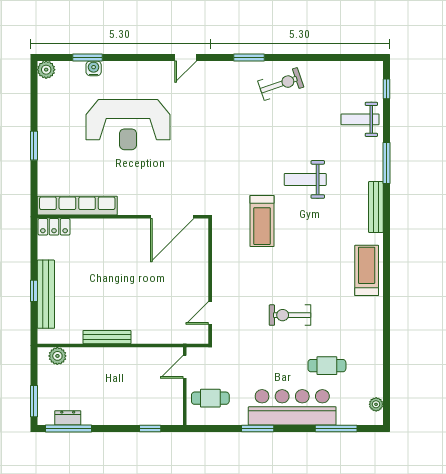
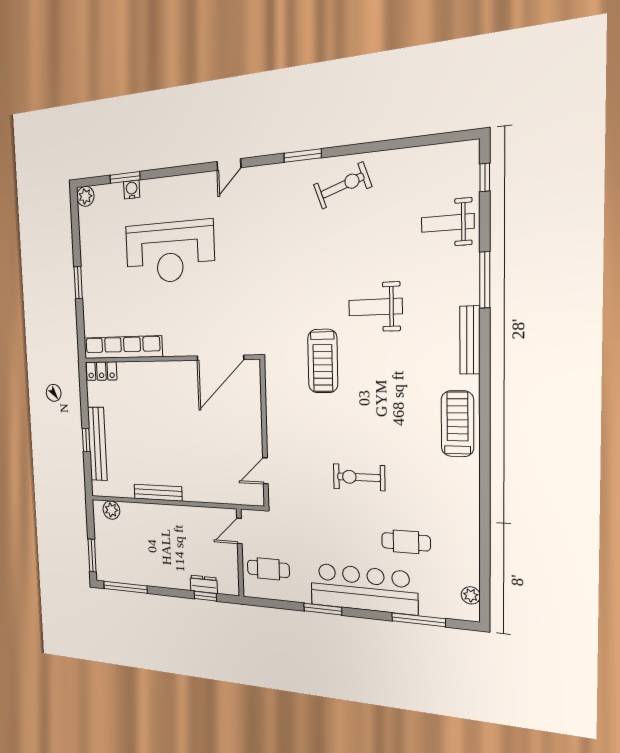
dresser: (68, 418) -> (204, 584), moved

